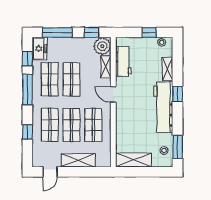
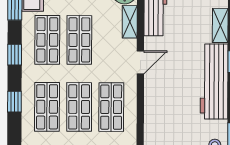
window: (27, 89) -> (15, 55), width x0.46
door: (113, 94) -> (140, 62), swing flipped
window: (27, 132) -> (14, 102), moved

